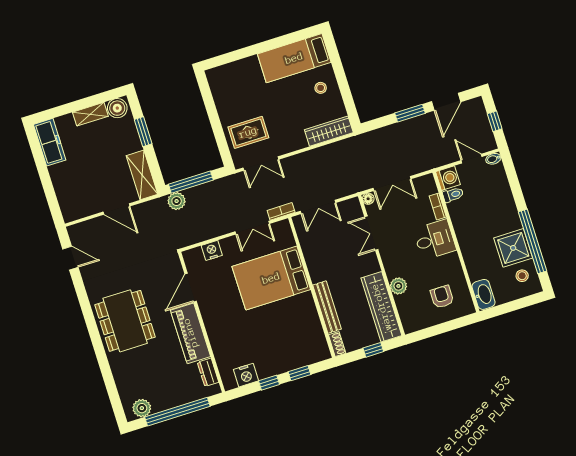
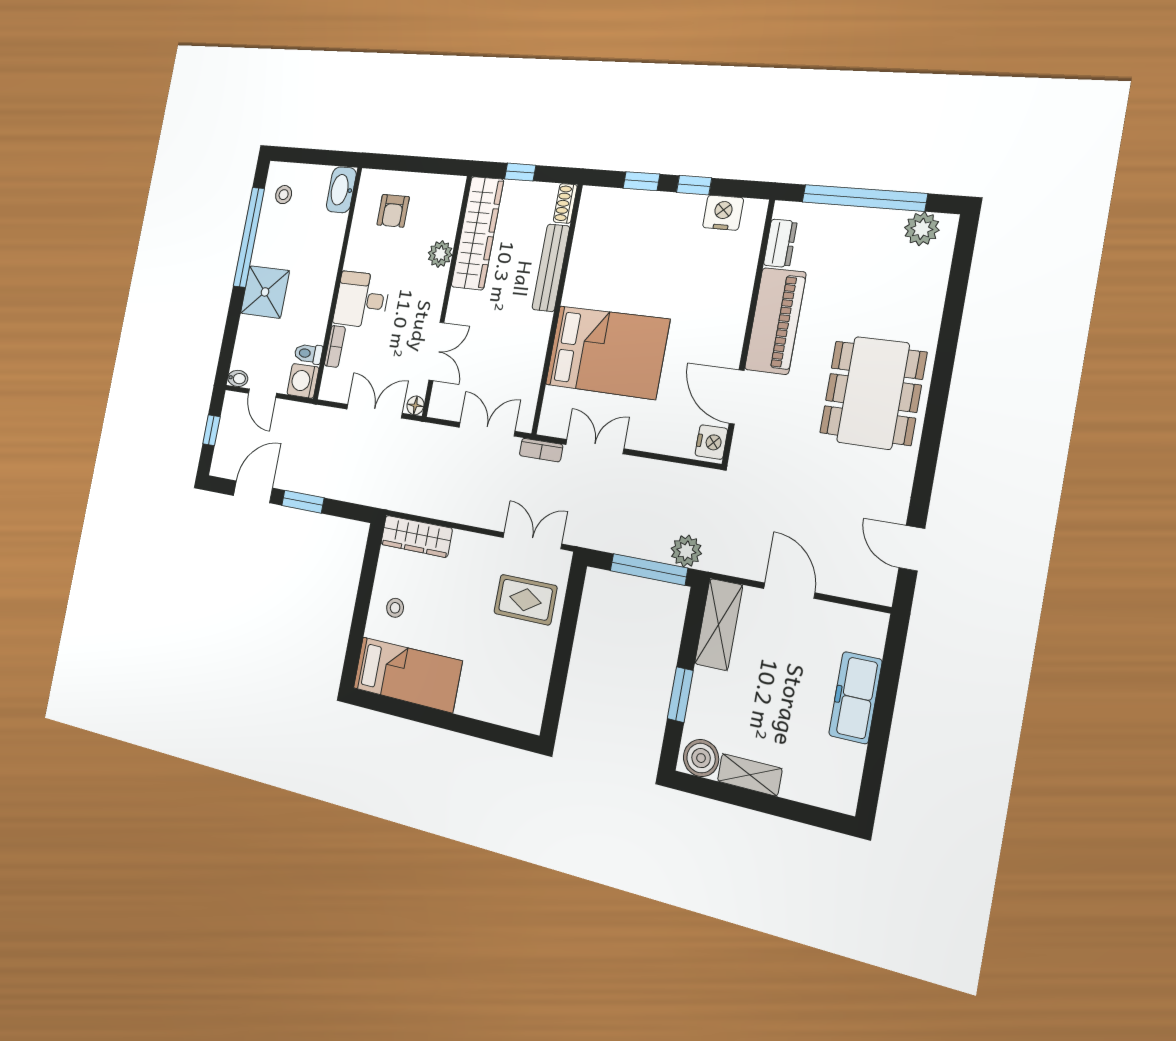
freezer: (50, 142) -> (855, 698), moved
shower: (513, 248) -> (265, 292), moved
nightstand: (212, 250) -> (711, 442), moved, turned -90
door: (191, 288) -> (737, 397), swing flipped

